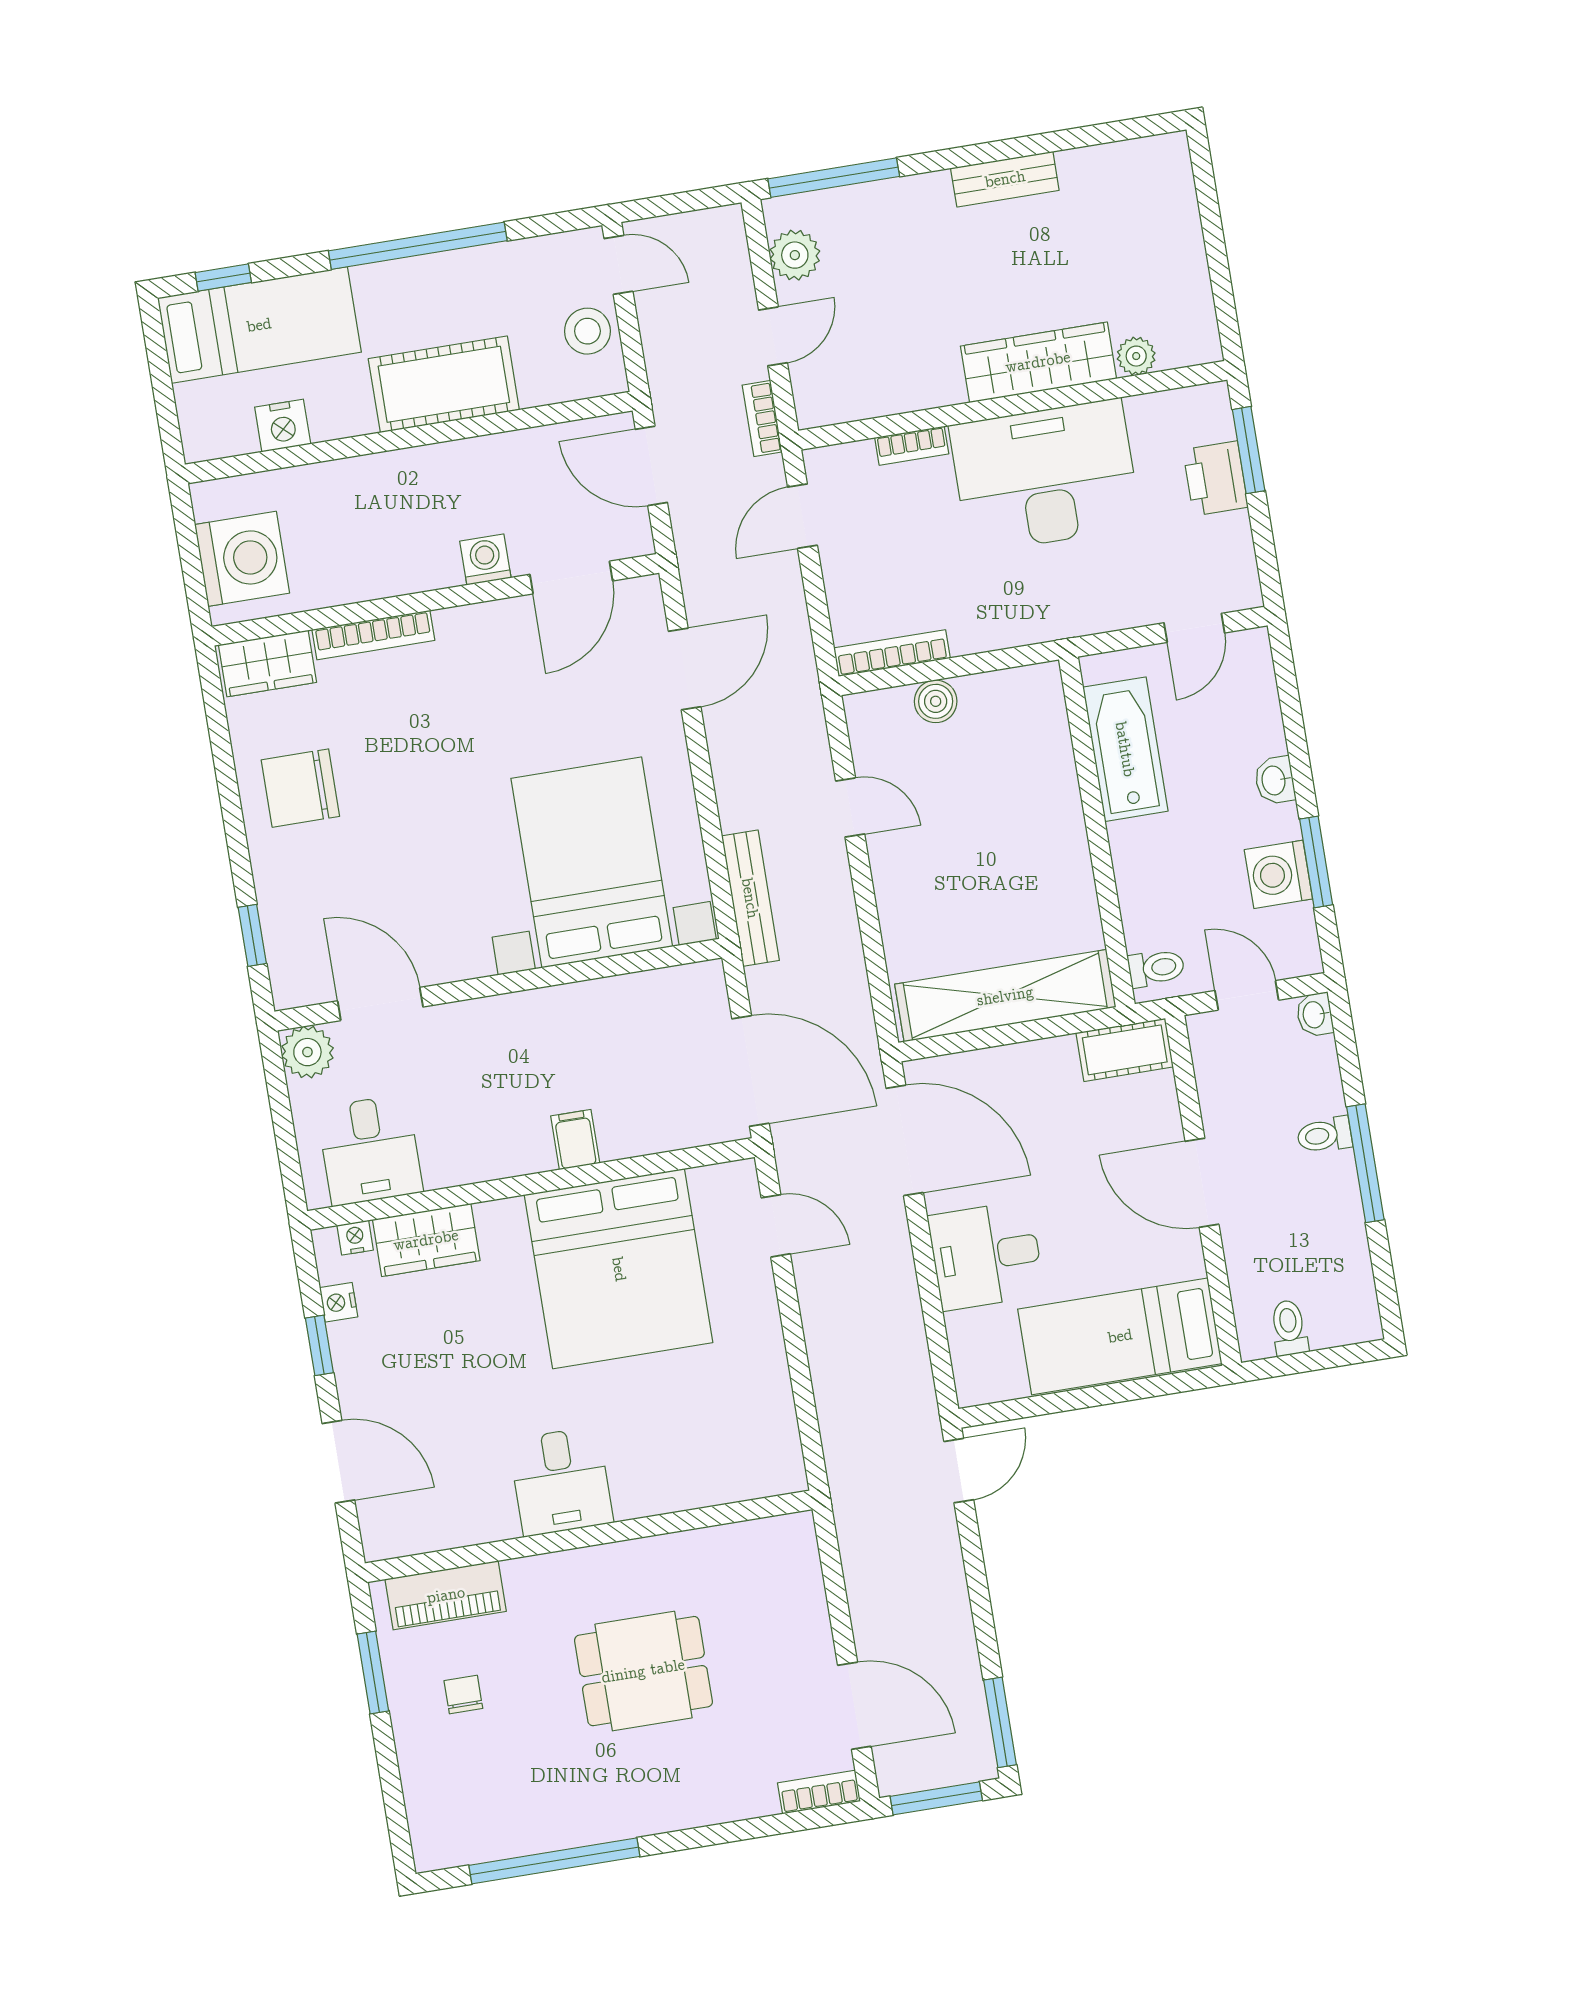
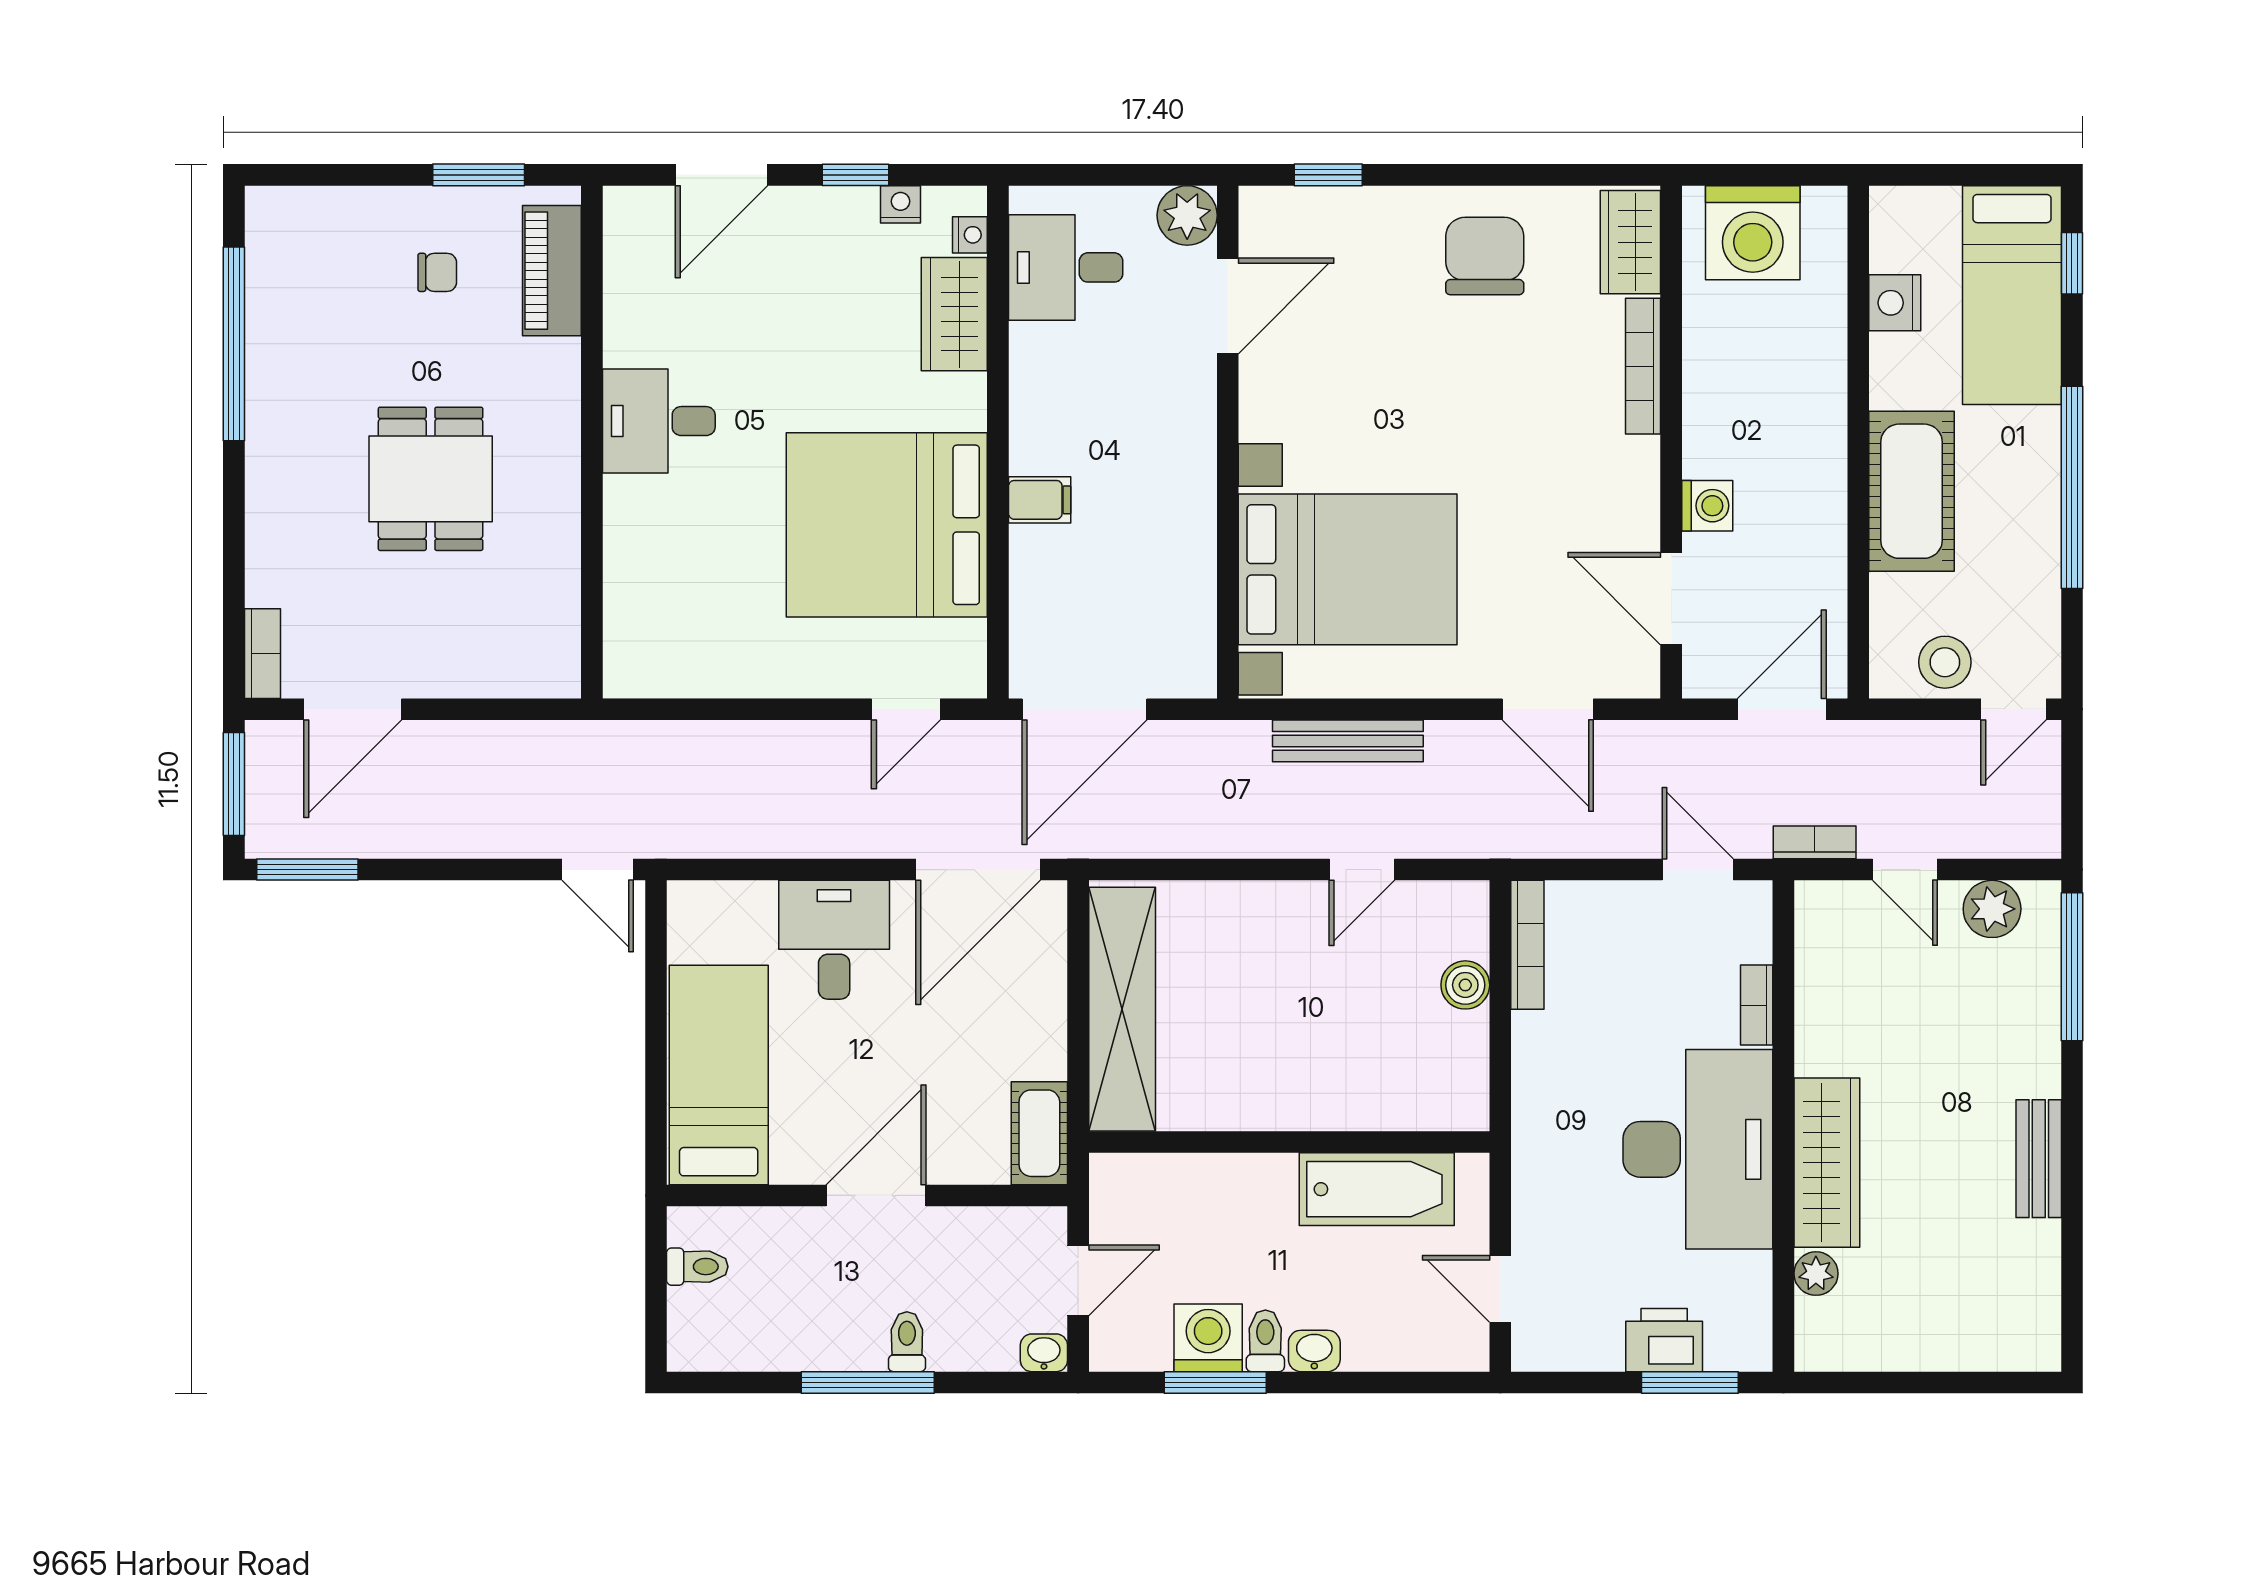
bench: (750, 898) -> (1348, 741), moved
toilet: (1156, 968) -> (1265, 1341), moved, turned 180

